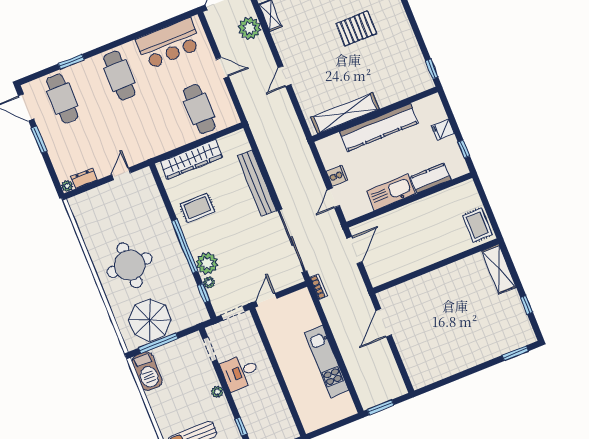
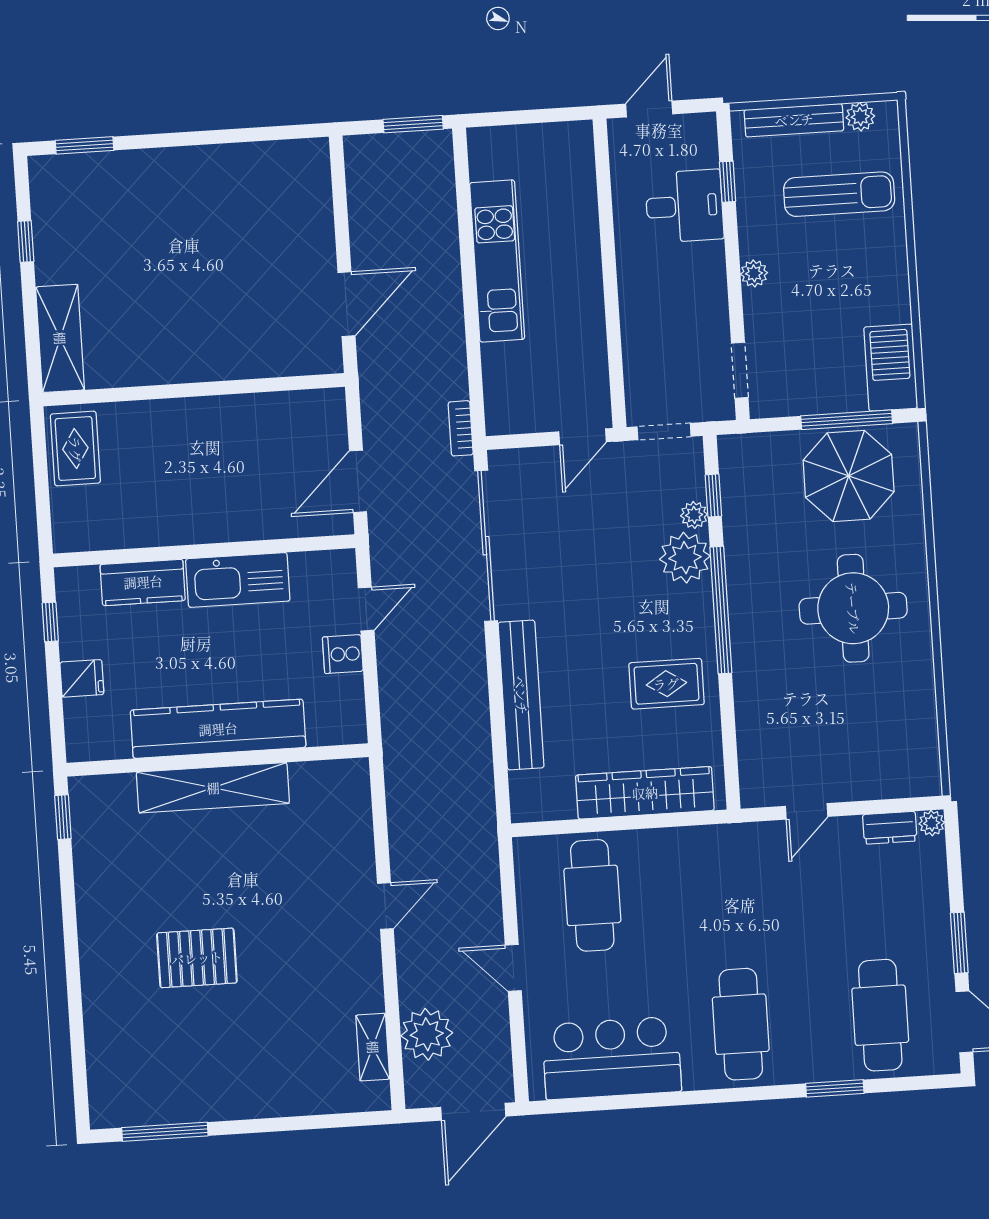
shelving: (345, 113) -> (213, 788), moved
desk: (240, 372) -> (684, 206), moved

